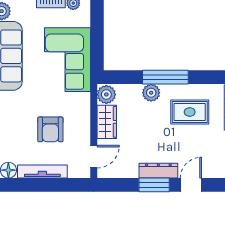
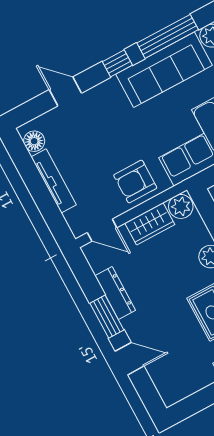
armchair: (50, 129) -> (135, 182), moved
dresser: (158, 171) -> (115, 293), moved

